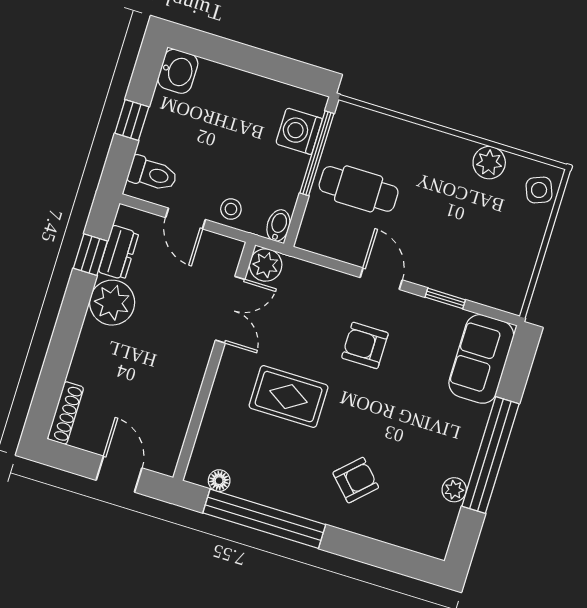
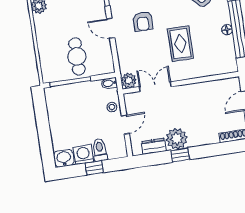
washing machine: (299, 131) -> (83, 155), moved, turned 180
toilet: (153, 174) -> (100, 150), moved
window: (90, 255) -> (180, 155), moved
door: (381, 279) -> (111, 28), hinge flipped
floor lamp: (219, 481) -> (227, 30), moved

